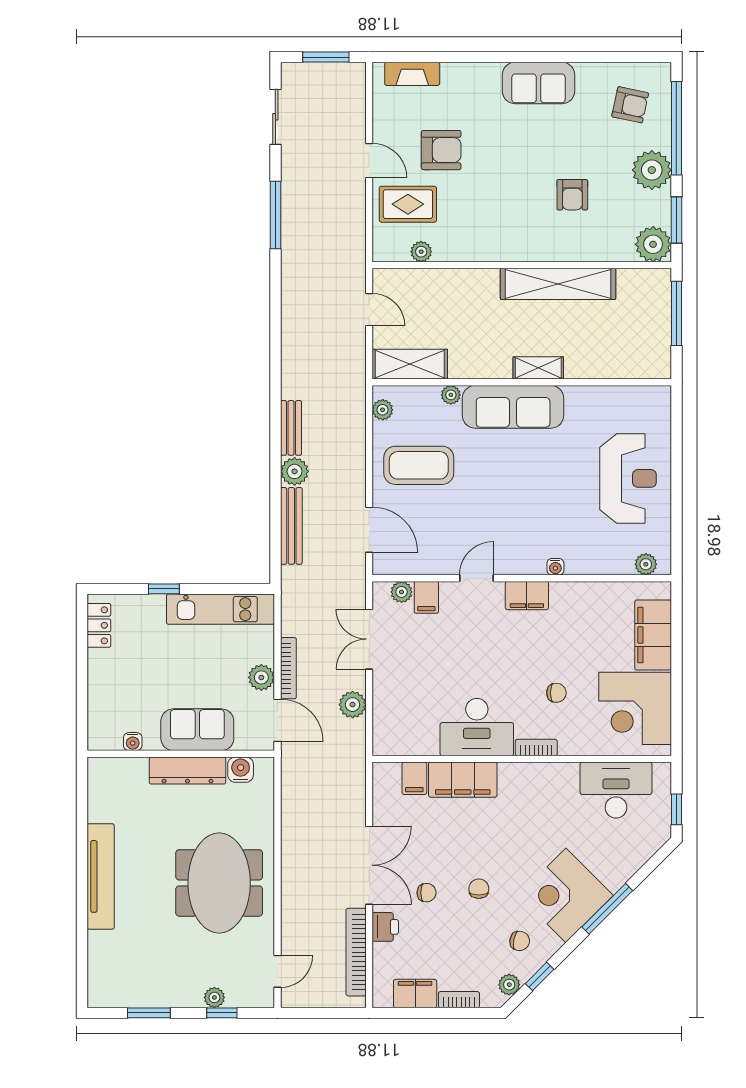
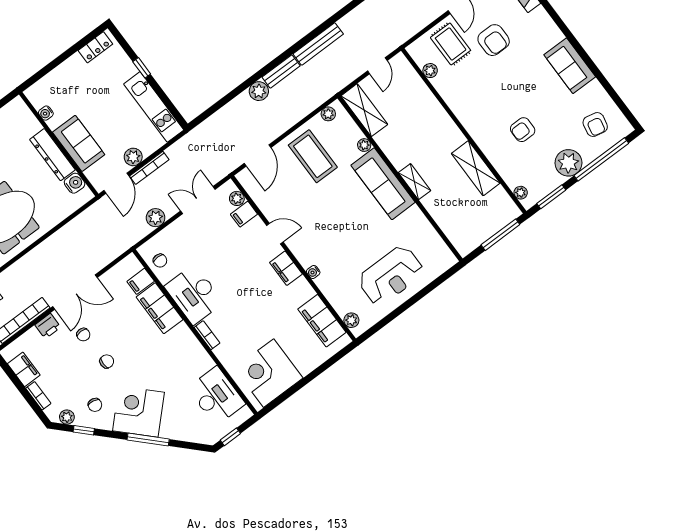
plant: (653, 244) -> (521, 193), width x0.53, depth x0.53
shelving: (558, 284) -> (476, 168), width x0.68
bench: (291, 526) -> (318, 44), moved
filing cabinet: (653, 635) -> (322, 321), moved, turned -90
chair: (556, 693) -> (160, 261), moved

